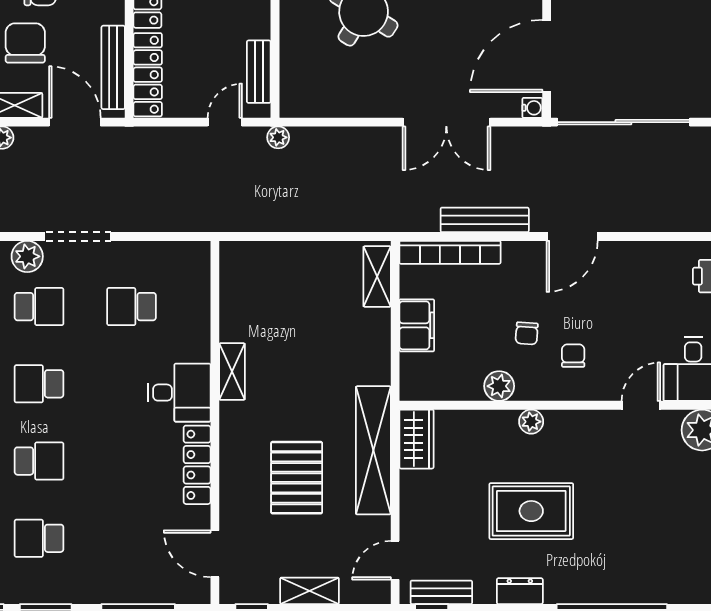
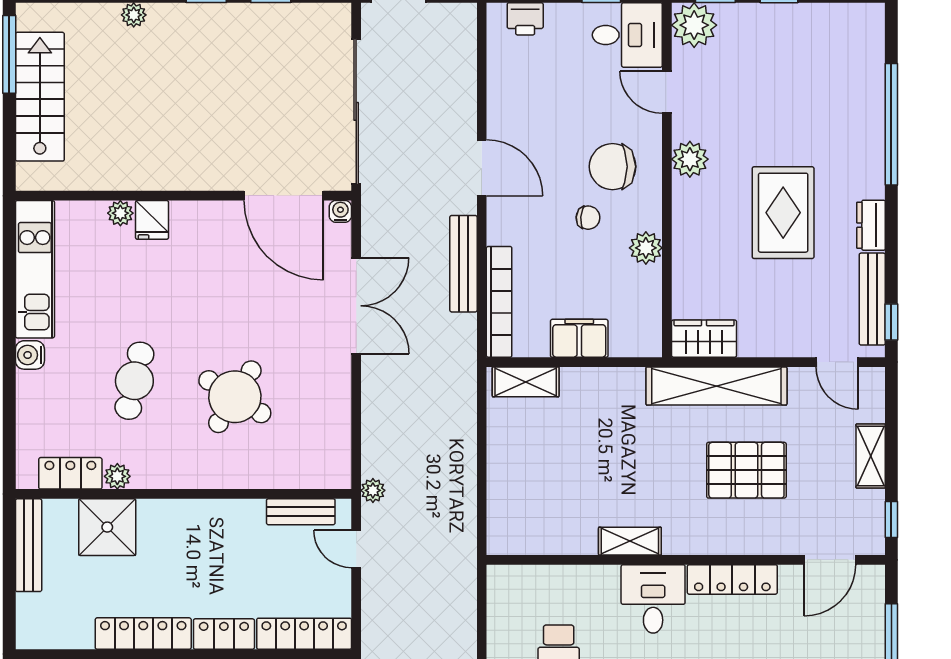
chair: (573, 356) -> (613, 167), width x1.87, depth x1.87
plant: (531, 422) -> (690, 159), moved, width x1.38, depth x1.38
bench: (441, 592) -> (872, 299), width x1.36

